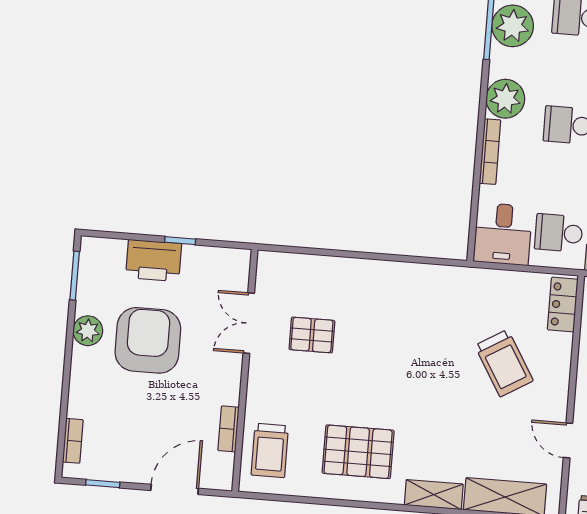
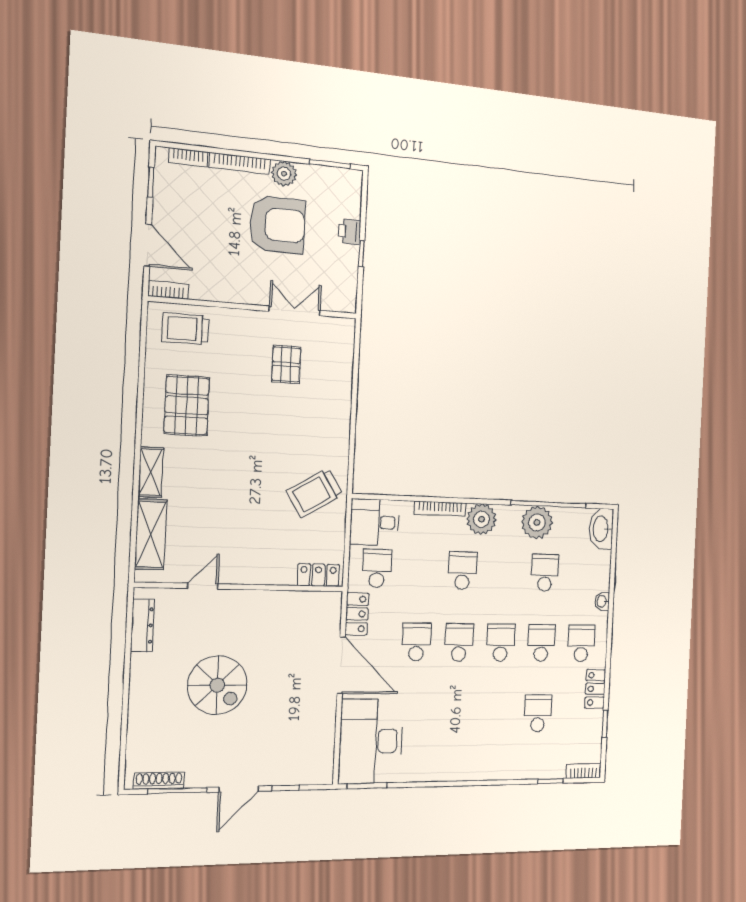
printer: (154, 260) -> (350, 232), width x0.53, depth x0.68
trolley: (504, 363) -> (315, 493), moved
bookcase: (78, 382) -> (240, 163), added
bookcase: (229, 429) -> (168, 290), moved

